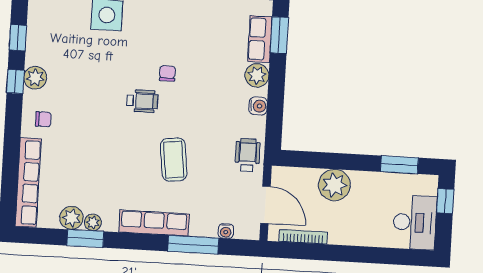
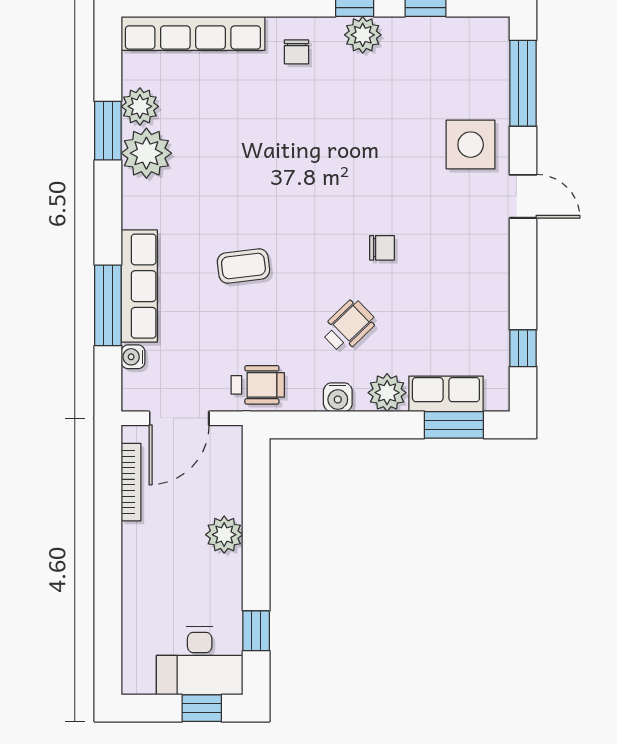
wheelchair: (142, 101) -> (348, 326), moved, turned -134
coffee table: (174, 160) -> (243, 266), width x0.73, depth x0.77
window: (399, 165) -> (256, 631), width x0.67
plant: (334, 185) -> (224, 535), width x0.73, depth x0.73
plant: (93, 222) -> (146, 153), width x1.87, depth x1.87
desk: (415, 222) -> (200, 661), moved
row of seats: (154, 223) -> (139, 286), moved

